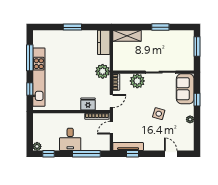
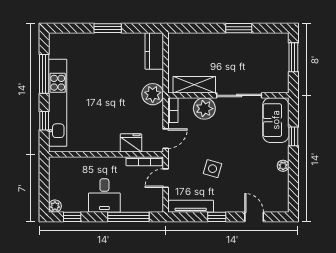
shelving: (127, 36) -> (194, 85), moved
side table: (159, 114) -> (213, 169), moved
window: (133, 154) -> (217, 217), moved

